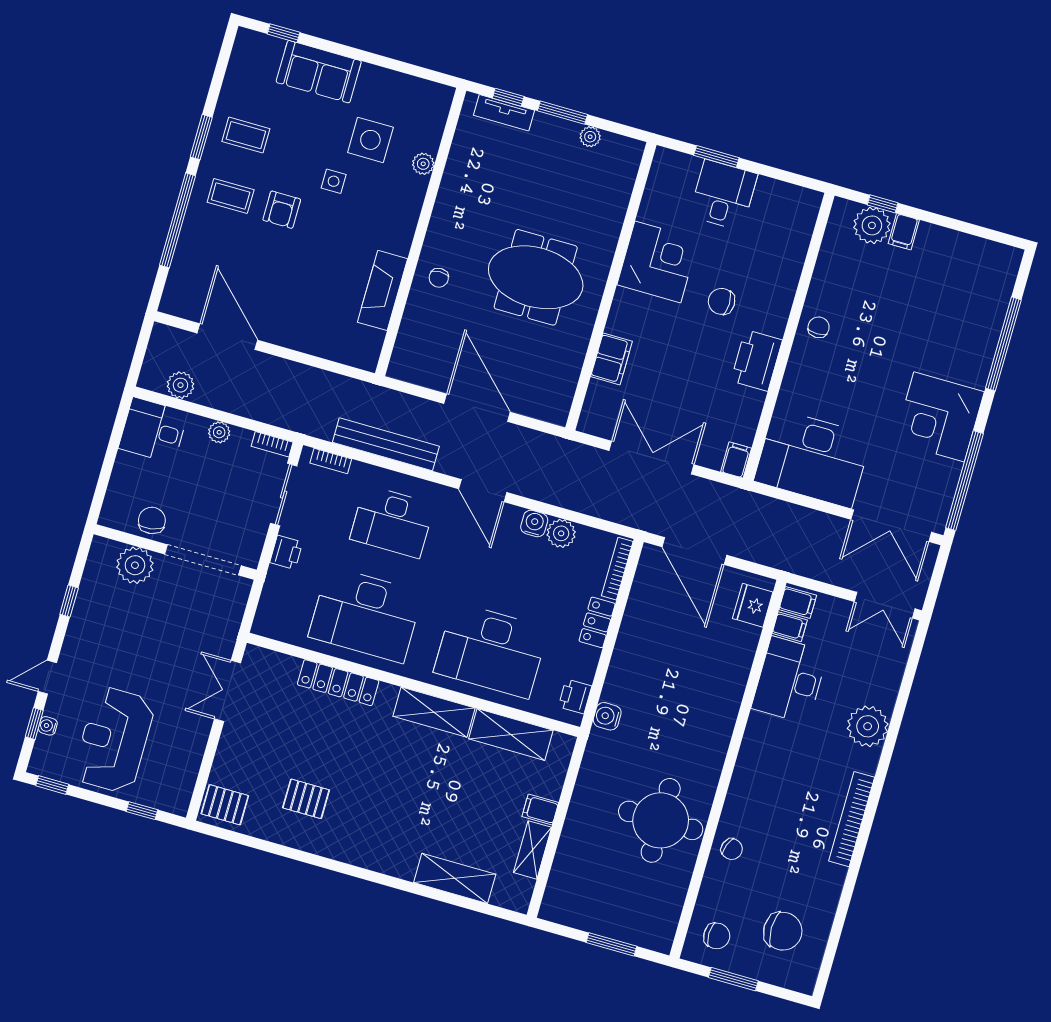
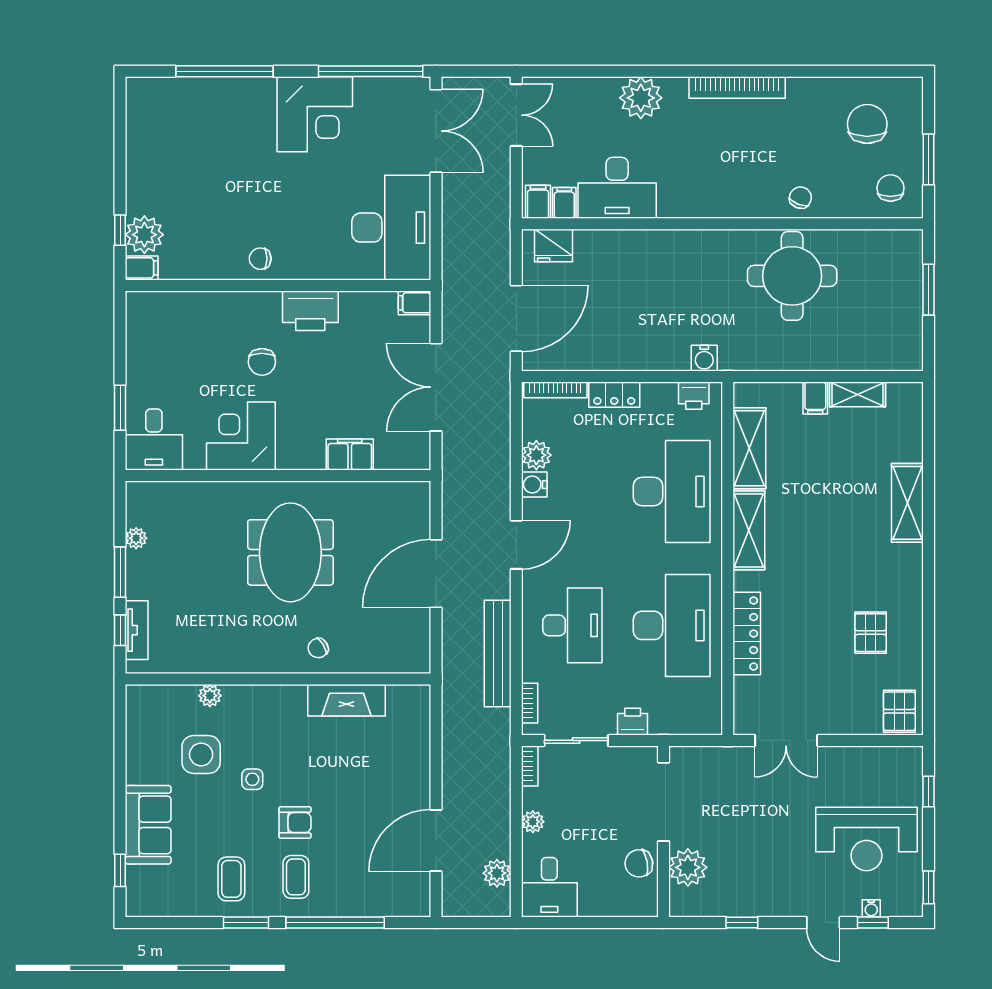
desk: (723, 195) -> (154, 439), moved, turned -90
filing cabinet: (904, 232) -> (142, 268), moved
chair: (439, 278) -> (318, 648), turned 149
shelving: (455, 878) -> (907, 503), moved

